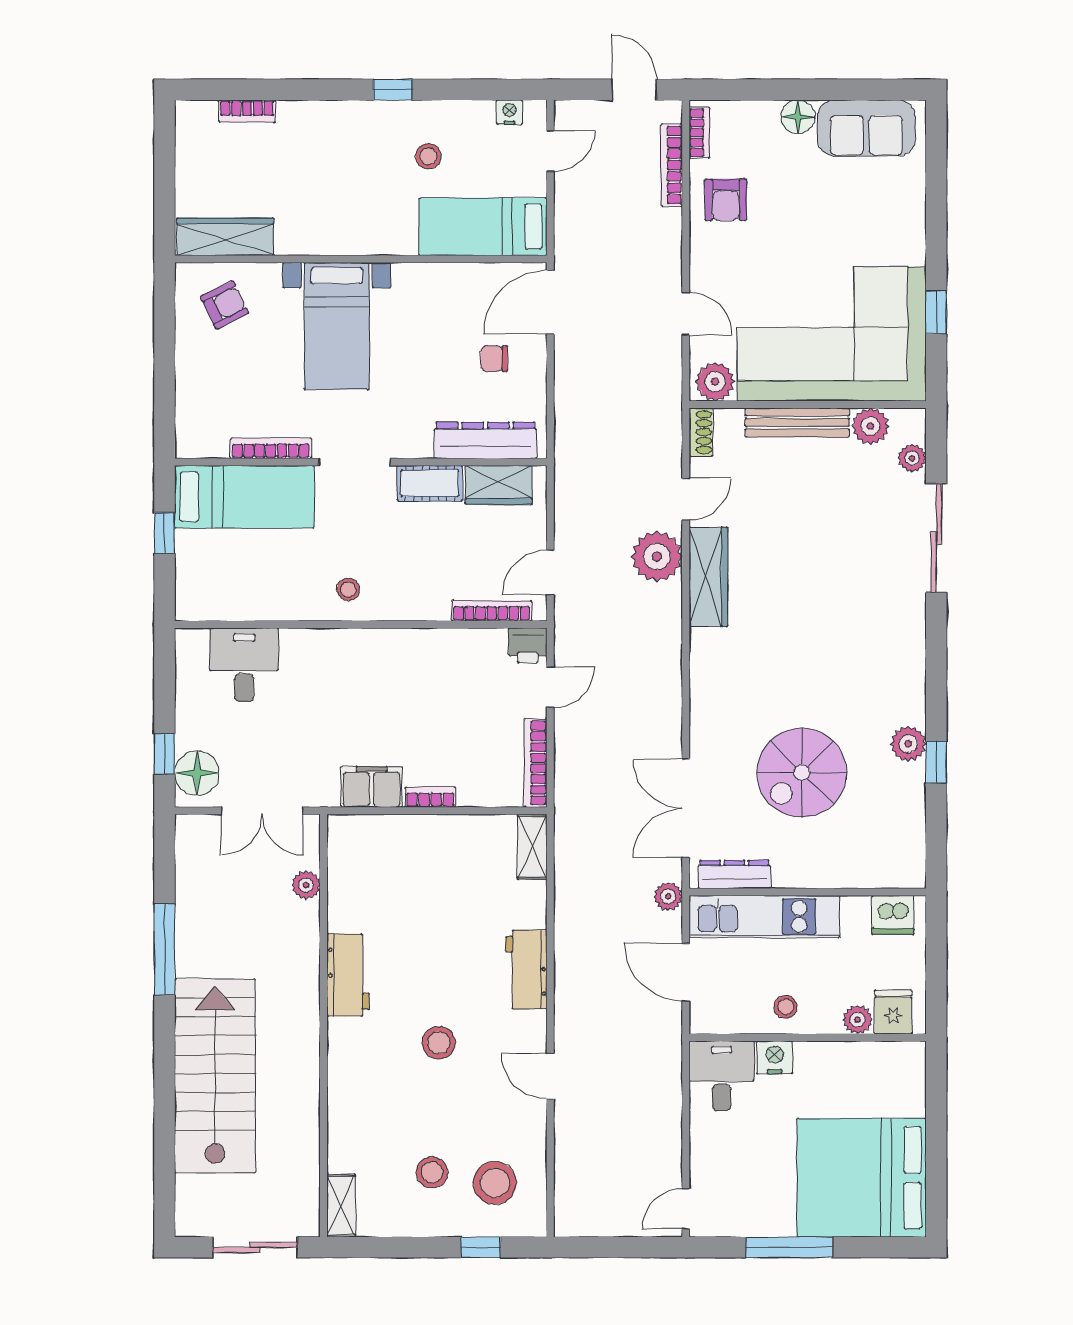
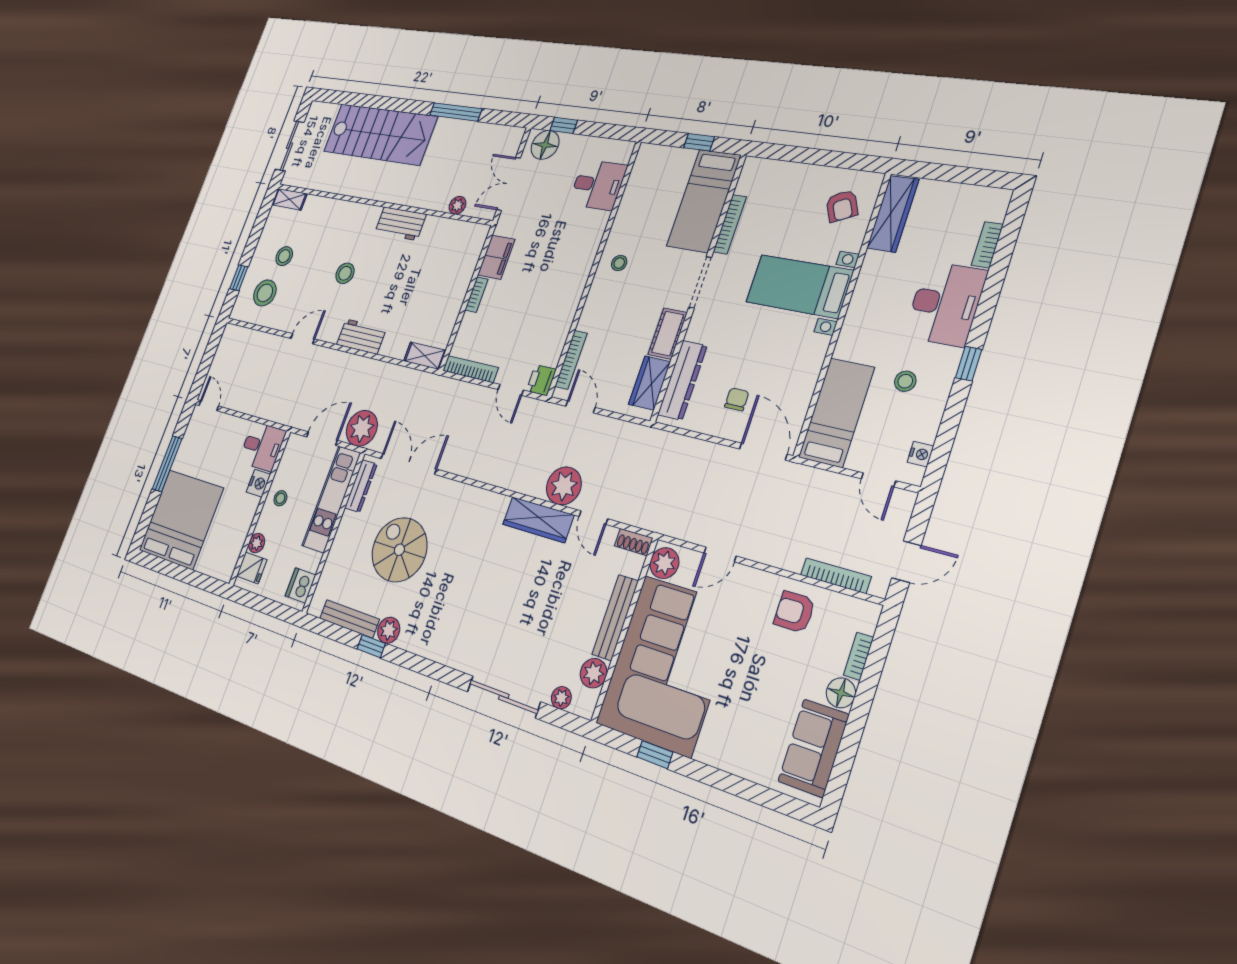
bookcase: (699, 133) -> (858, 656), moved, turned 90
desk: (327, 138) -> (945, 304), added
bench: (912, 813) -> (349, 619), added
plant: (668, 897) -> (362, 428), width x1.88, depth x1.88

